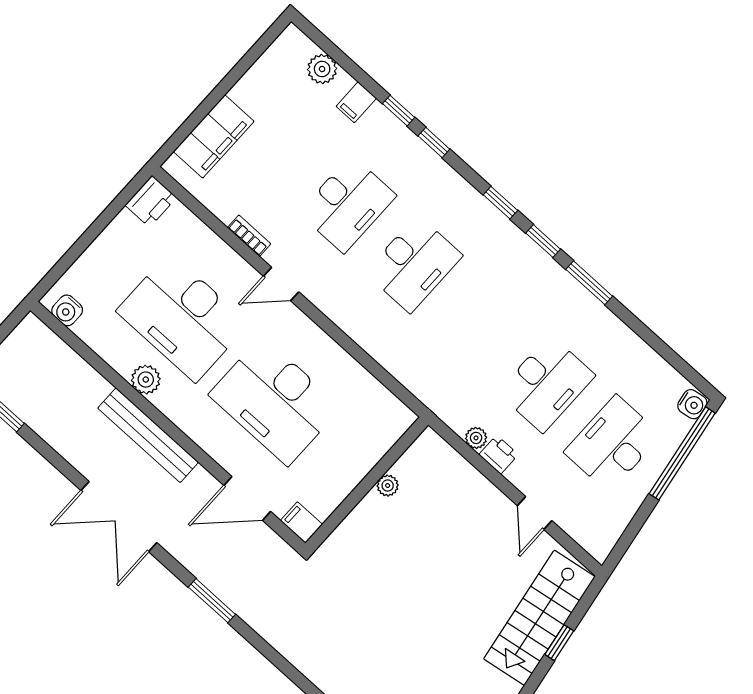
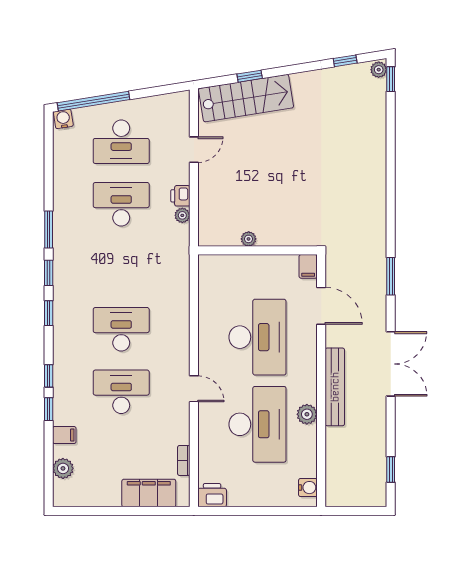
bookcase: (249, 236) -> (184, 460), moved

